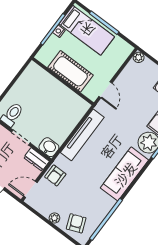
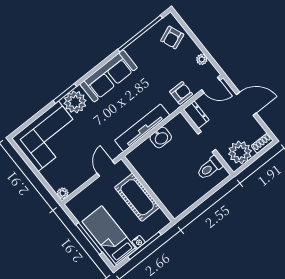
washbasin: (49, 147) -> (161, 137), moved, turned -90
plant: (54, 218) -> (202, 59), moved

